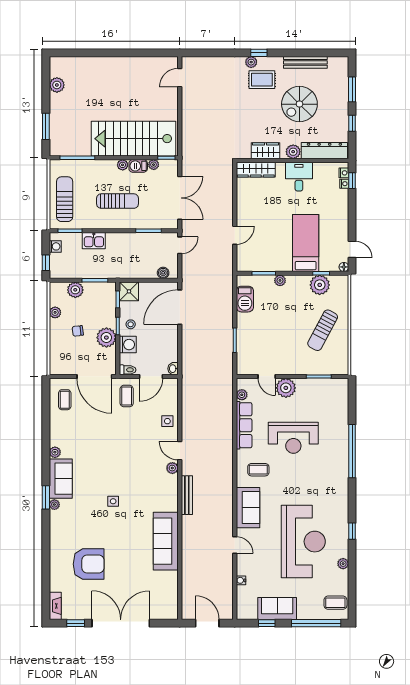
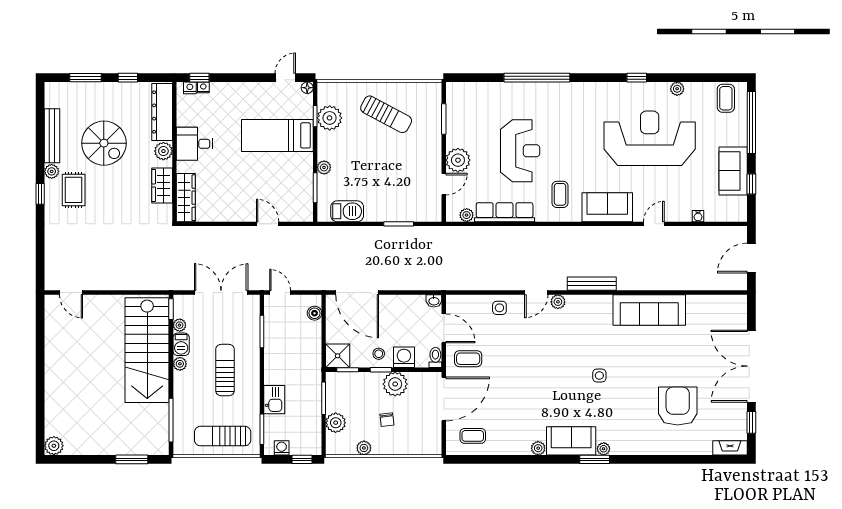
plant: (251, 62) -> (52, 171), moved
plant: (57, 85) -> (54, 446), moved

